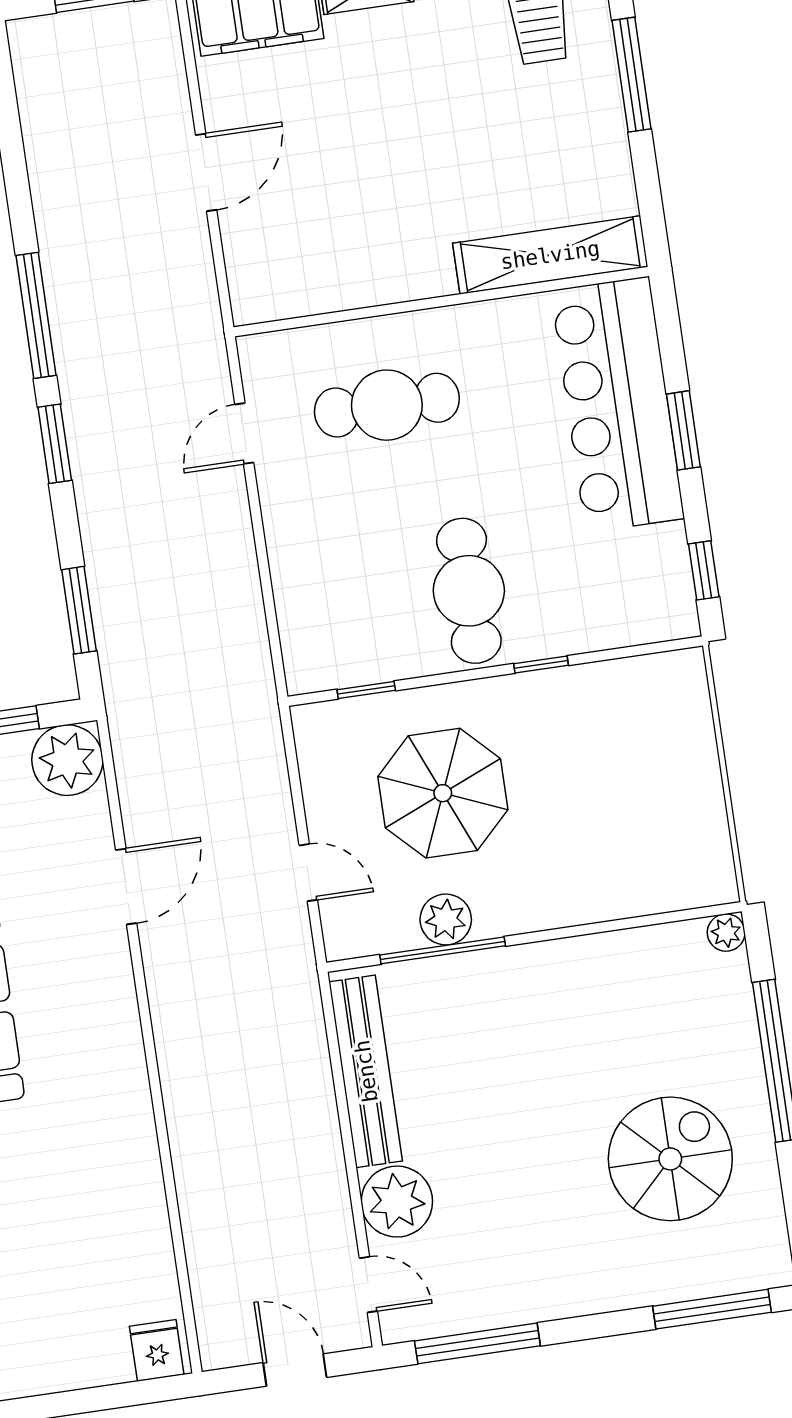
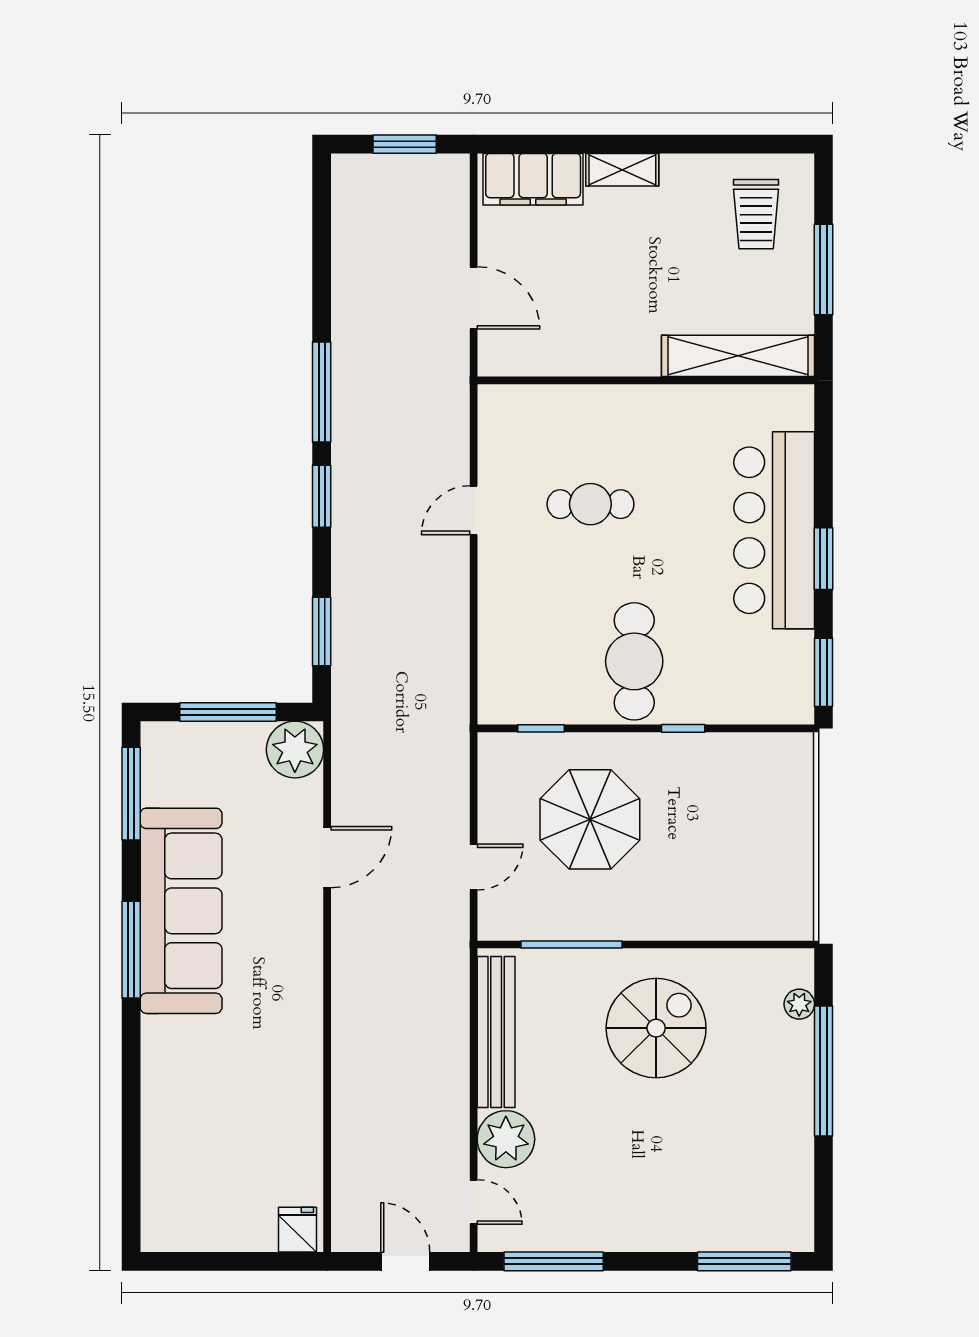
door: (206, 172) -> (474, 298), hinge flipped
shelving: (550, 255) -> (738, 356), moved
wall: (441, 302) -> (646, 380), moved
cafe table: (387, 405) -> (590, 504), width x0.73, depth x0.74
window: (704, 570) -> (823, 672), width x1.50
door: (308, 873) -> (474, 867), hinge flipped
plant: (446, 919) -> (578, 920), removed
plant: (726, 933) -> (799, 1004), moved
spiral stairs: (670, 1159) -> (656, 1028), moved

